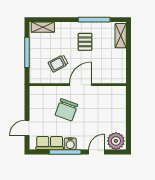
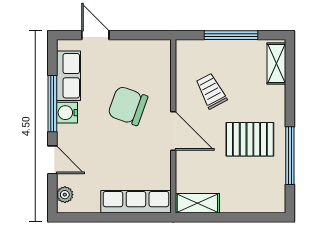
shelving: (121, 36) -> (197, 203), moved
pallet: (85, 42) -> (250, 139), width x1.50, depth x1.42
row of seats: (120, 105) -> (136, 202), added
plant: (116, 141) -> (65, 195), width x0.53, depth x0.53

